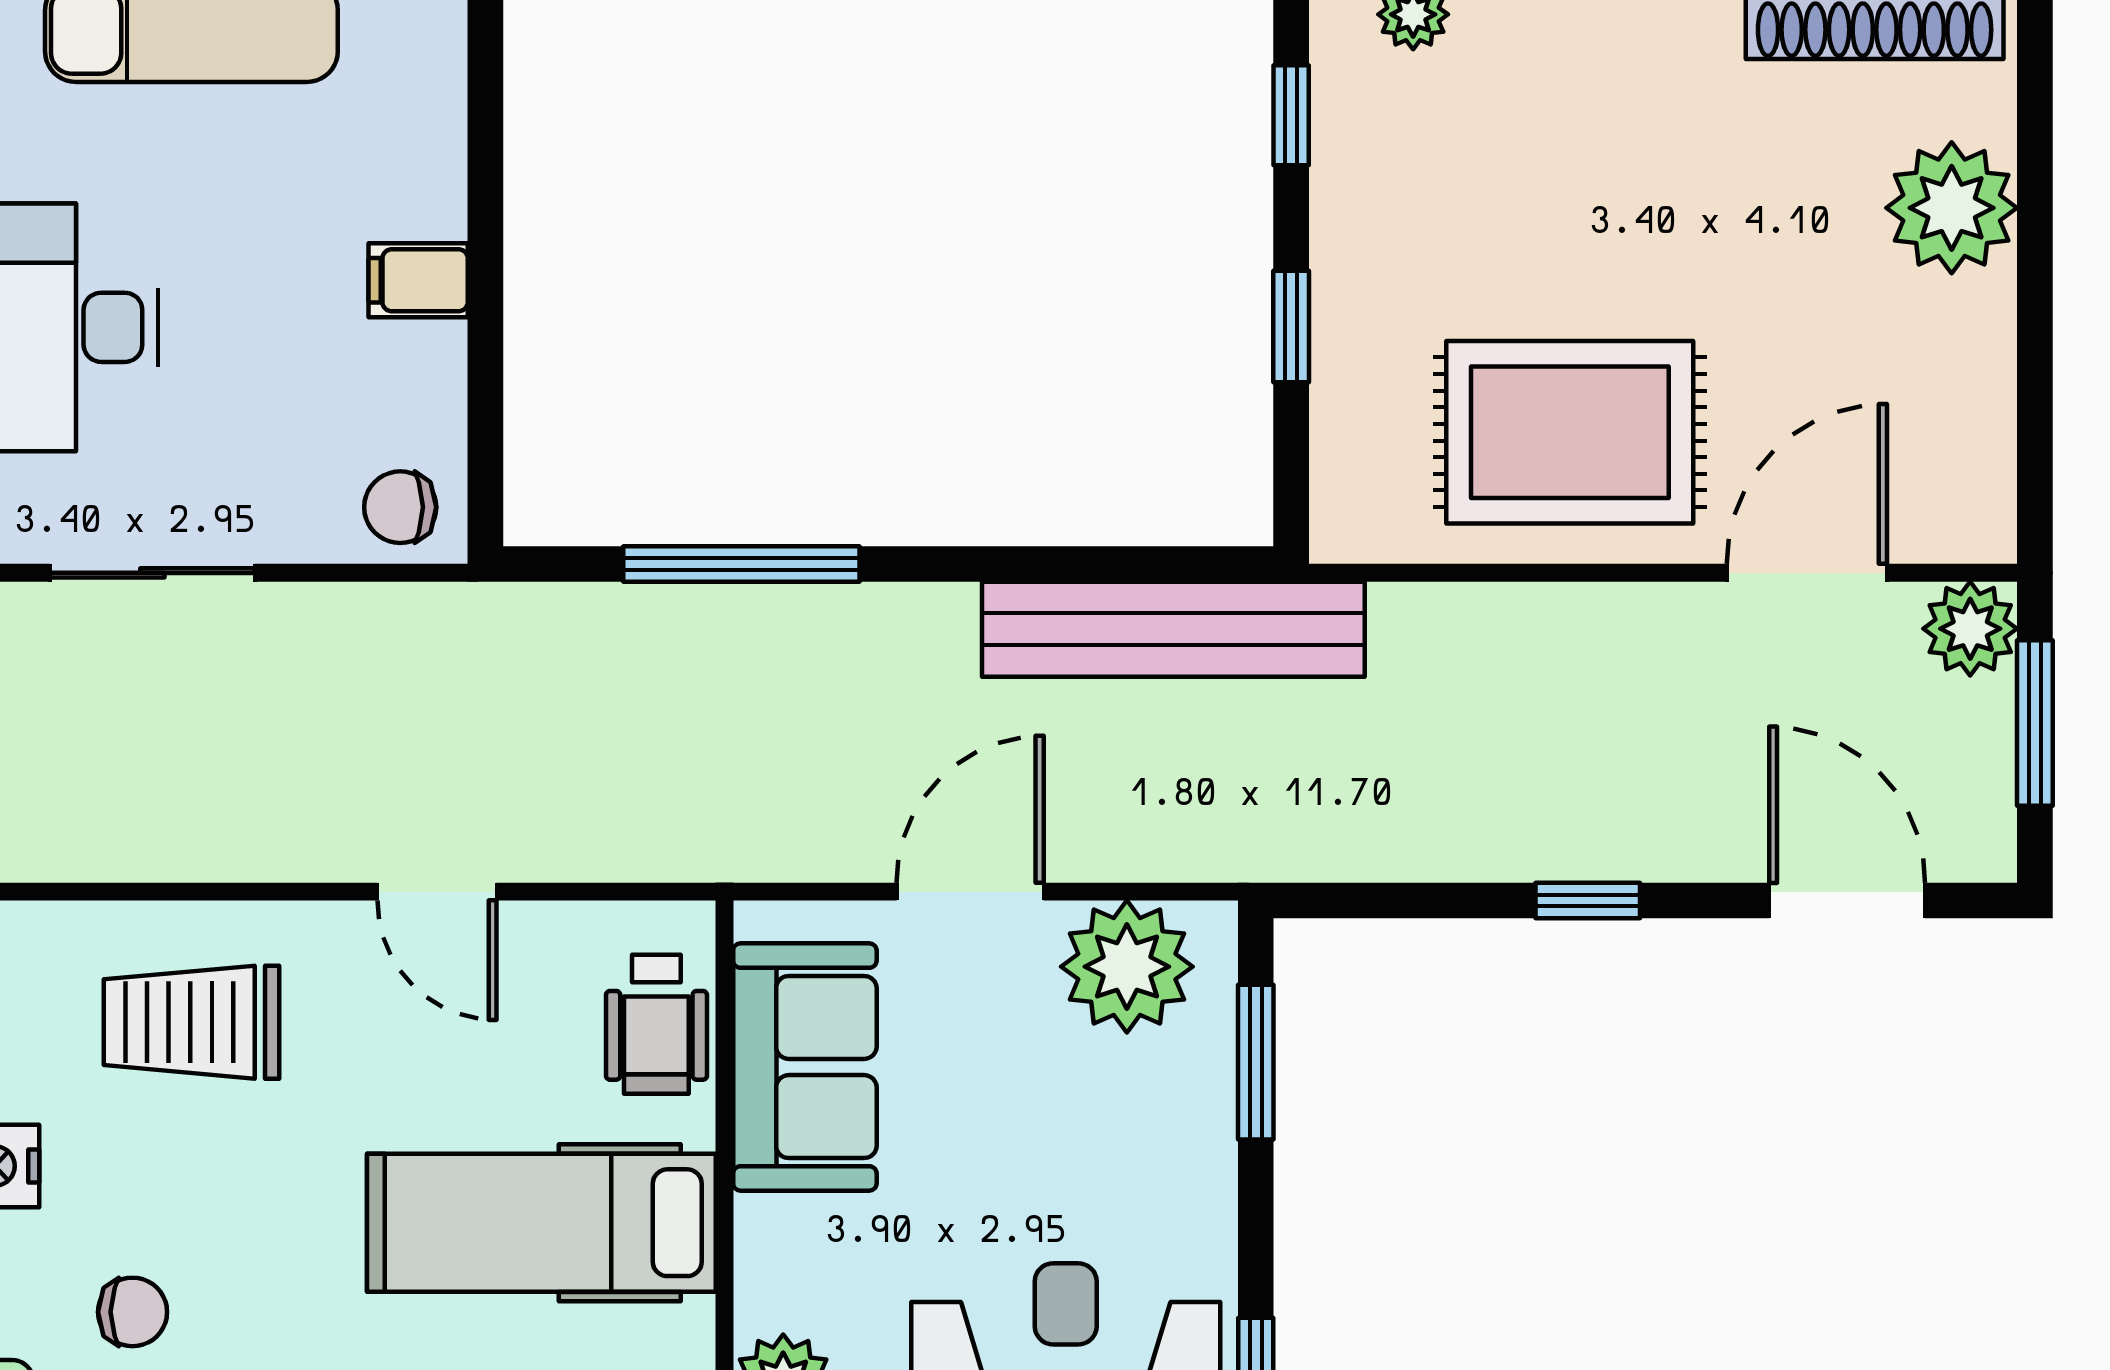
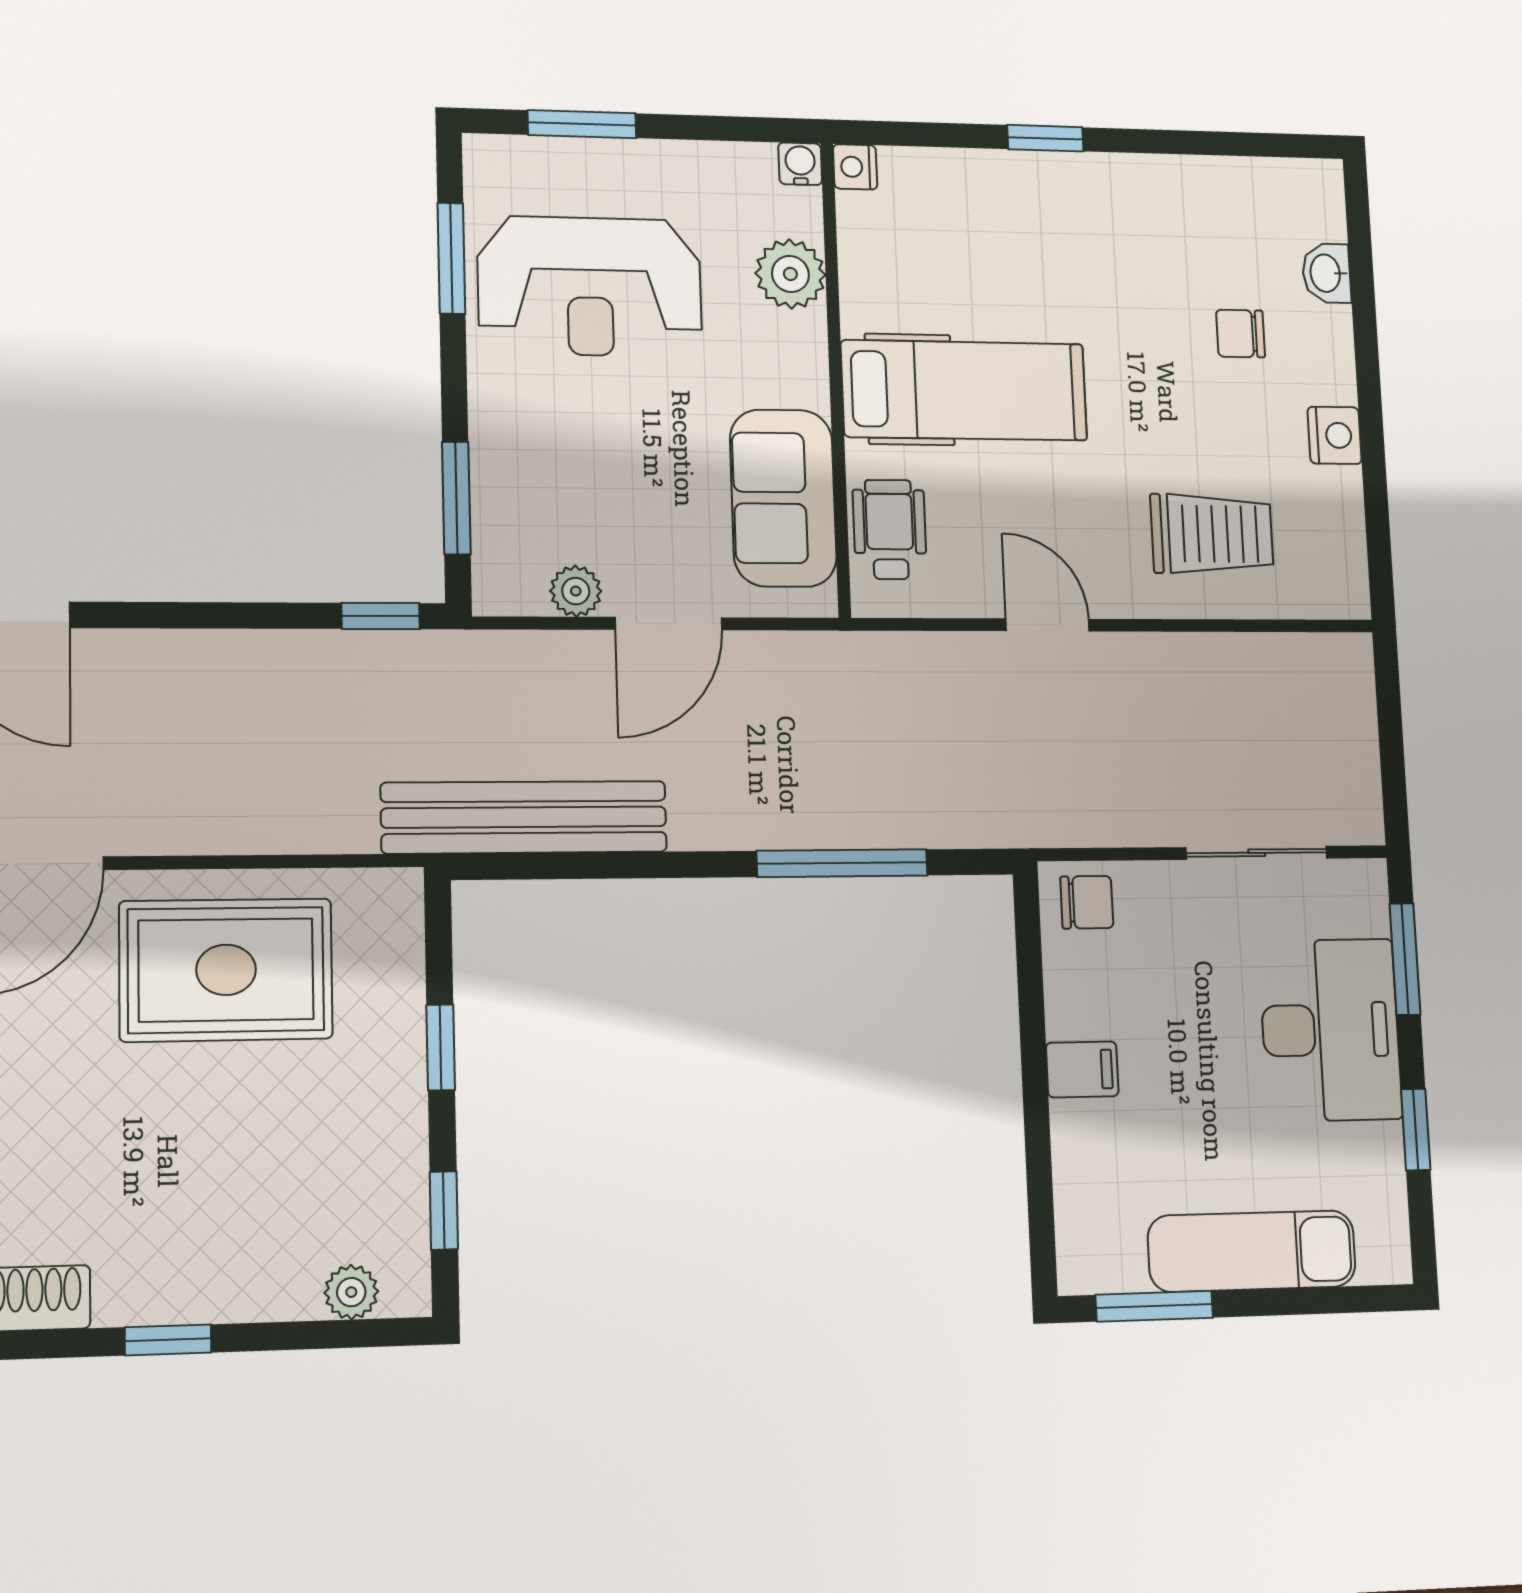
window: (1588, 900) -> (381, 616), moved
plant: (1127, 967) -> (576, 591), width x0.53, depth x0.53

